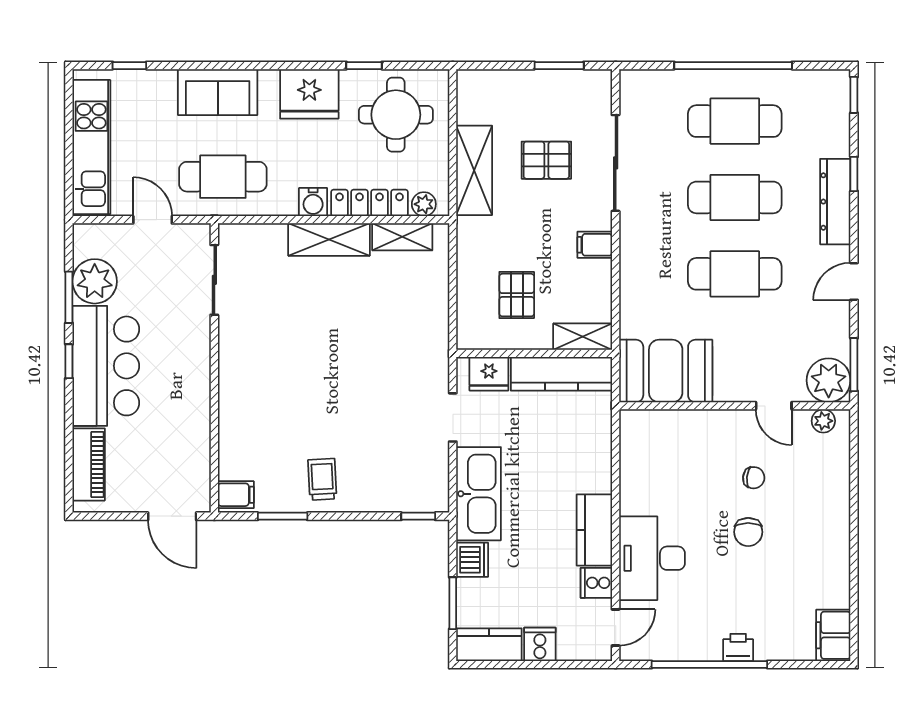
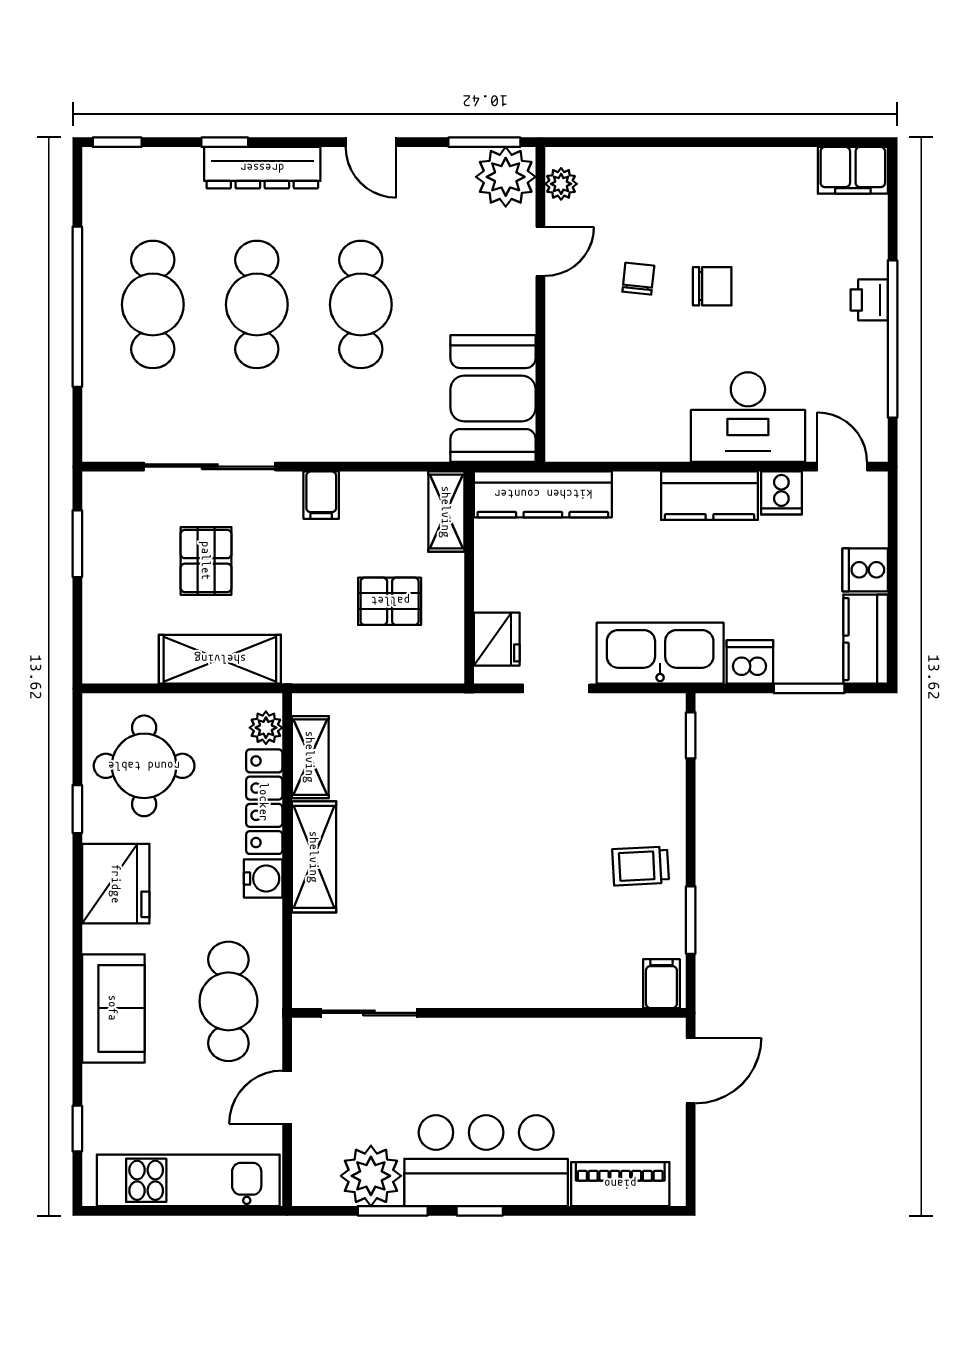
kitchen counter: (561, 374) -> (543, 494), moved, turned 90

